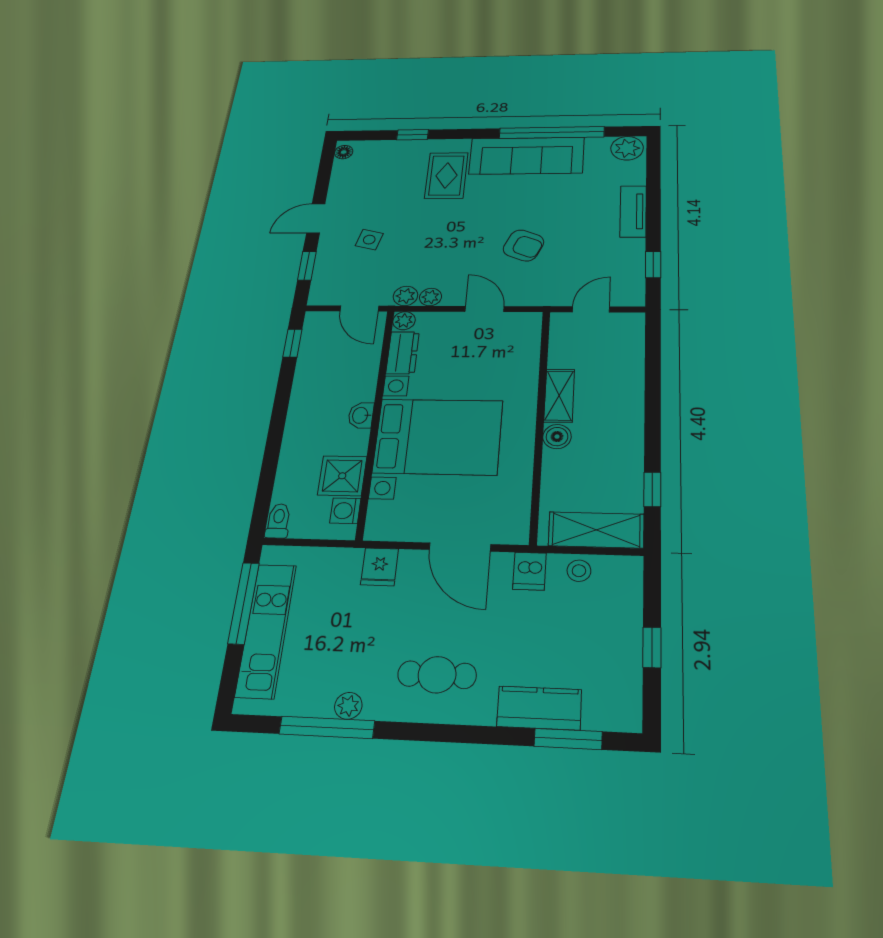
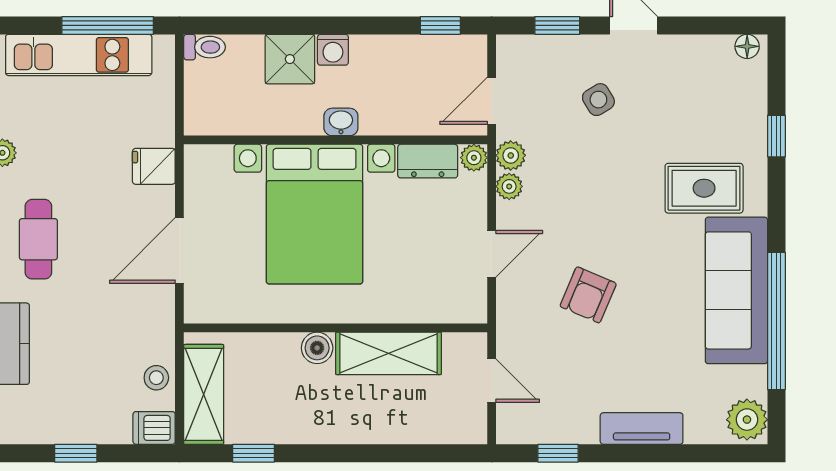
side table: (369, 240) -> (598, 100), turned 45
shelving: (559, 396) -> (389, 353), width x1.50, depth x1.33
shower: (342, 476) -> (290, 59), moved
washing machine: (345, 511) -> (333, 50), moved, turned 180
dishwasher: (529, 571) -> (154, 428), moved

